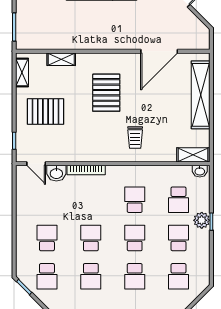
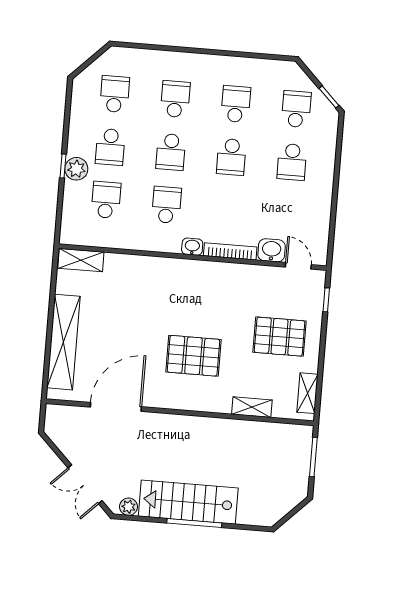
pallet: (106, 93) -> (193, 356), turned 90
trolley: (135, 138) -> (159, 291), removed
washbasin: (200, 171) -> (192, 247), moved
school desk: (135, 200) -> (166, 205), turned 180

